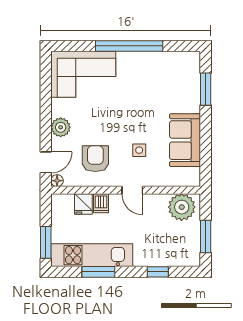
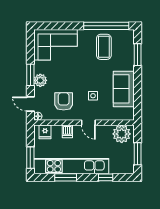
window: (129, 46) -> (106, 26), moved
coffee table: (155, 77) -> (104, 47), added
window: (46, 119) -> (30, 75), added
door: (46, 162) -> (30, 104), swing flipped
fridge: (83, 204) -> (45, 132), moved
kitchen unit: (92, 255) -> (71, 166), width x1.36

